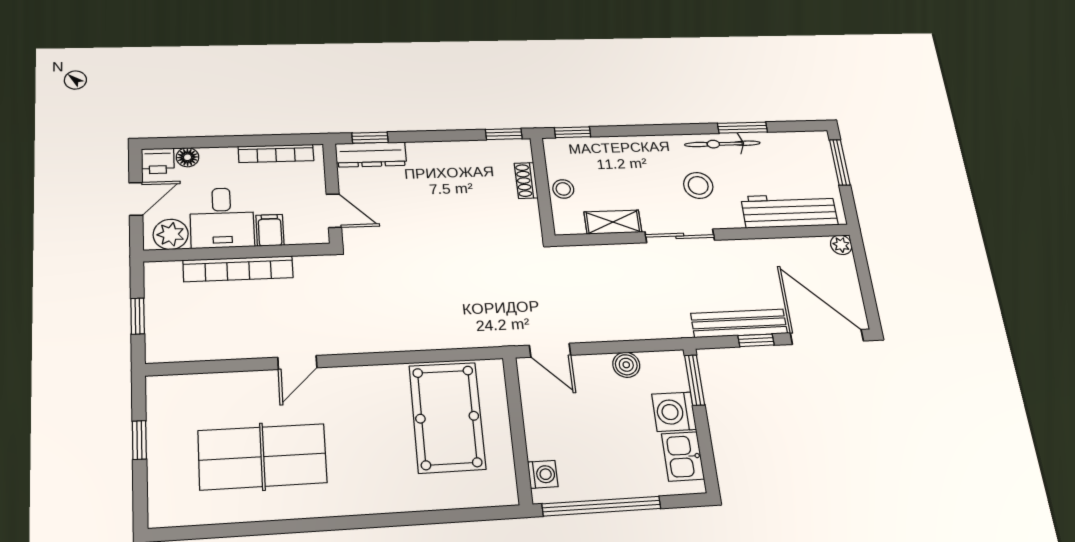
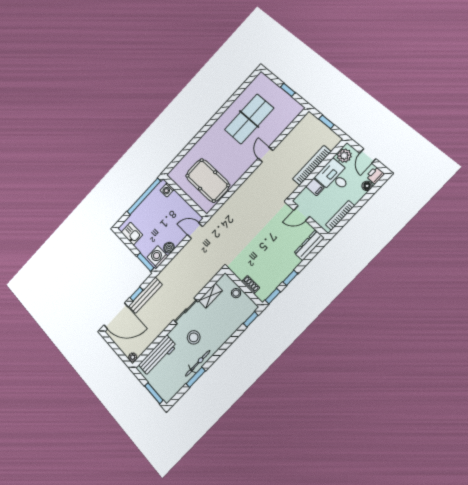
window: (370, 138) -> (290, 278), moved
washing machine: (674, 412) -> (157, 257), moved, turned -90

